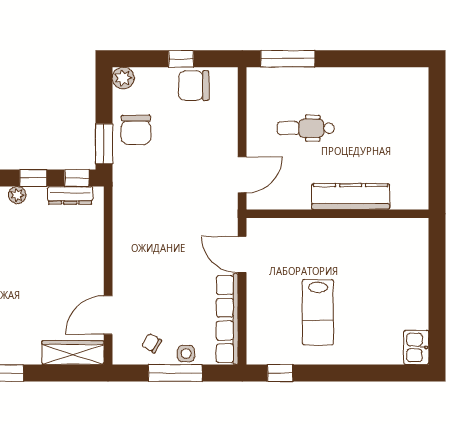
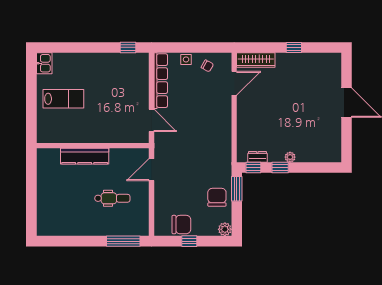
dresser: (70, 195) -> (257, 157), width x0.70
lab bench: (318, 312) -> (63, 99), moved, turned 90
window: (175, 373) -> (193, 47), removed

